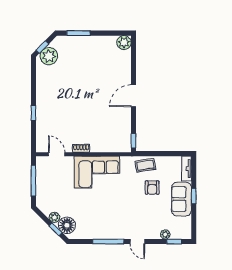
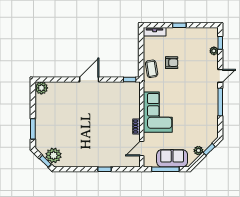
door: (133, 96) -> (89, 79), swing flipped
sofa: (181, 199) -> (172, 158), moved, turned 180
floor lamp: (67, 225) -> (206, 139), removed

